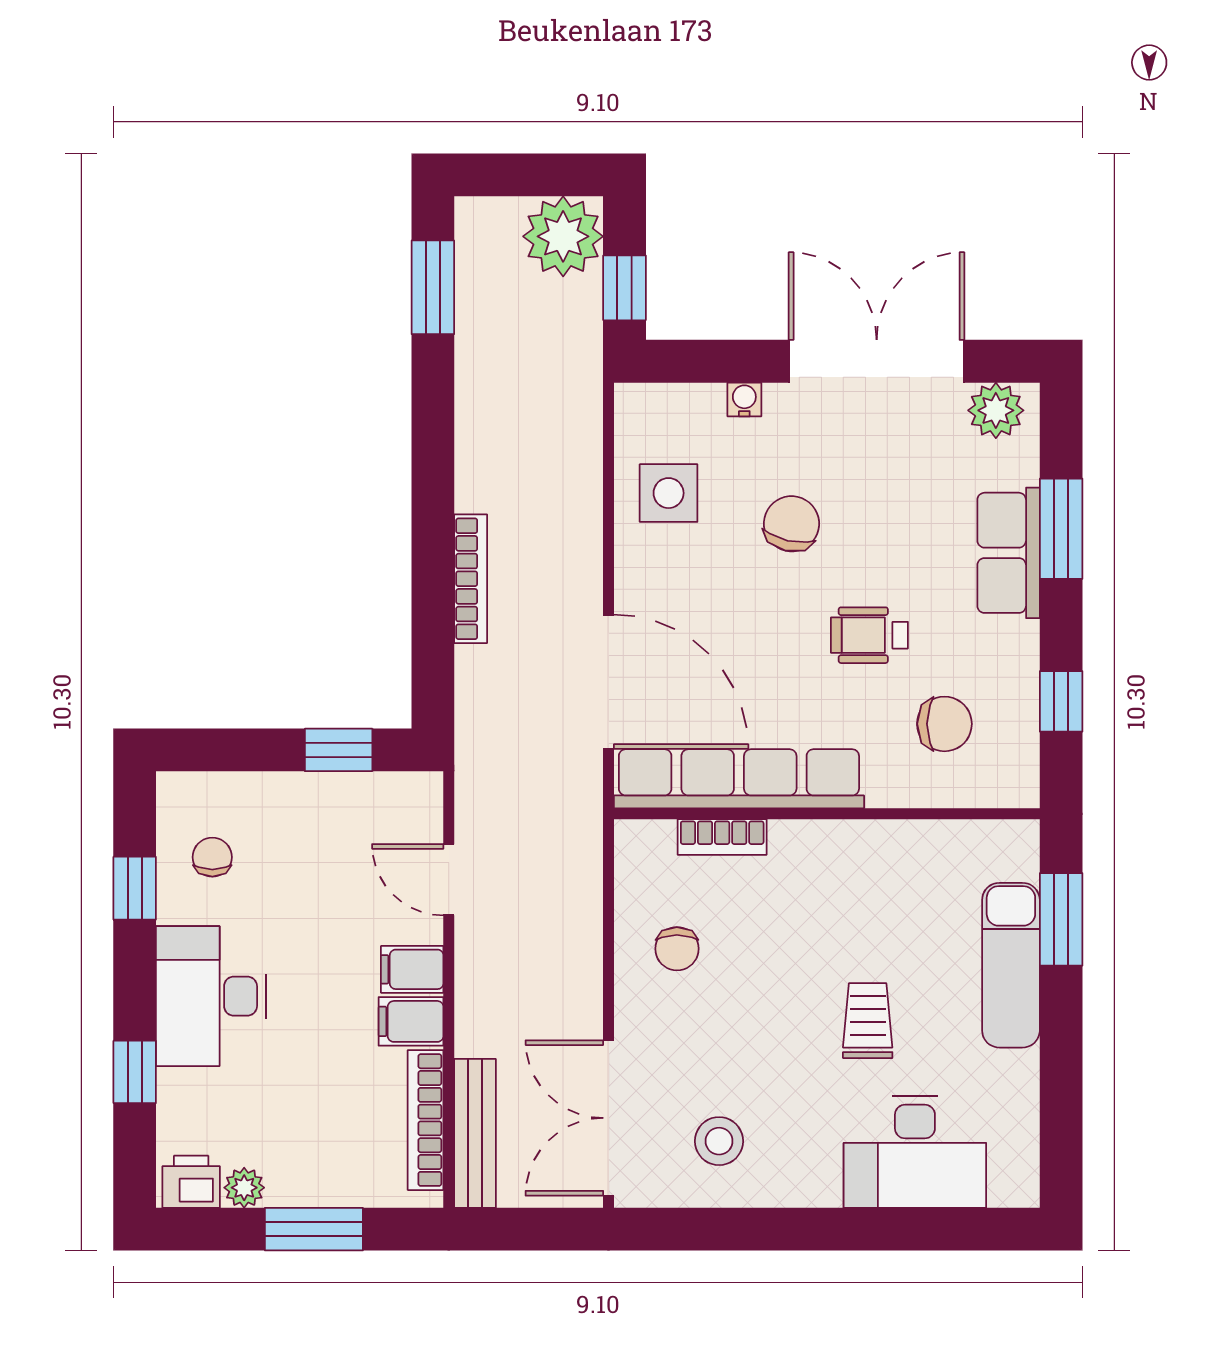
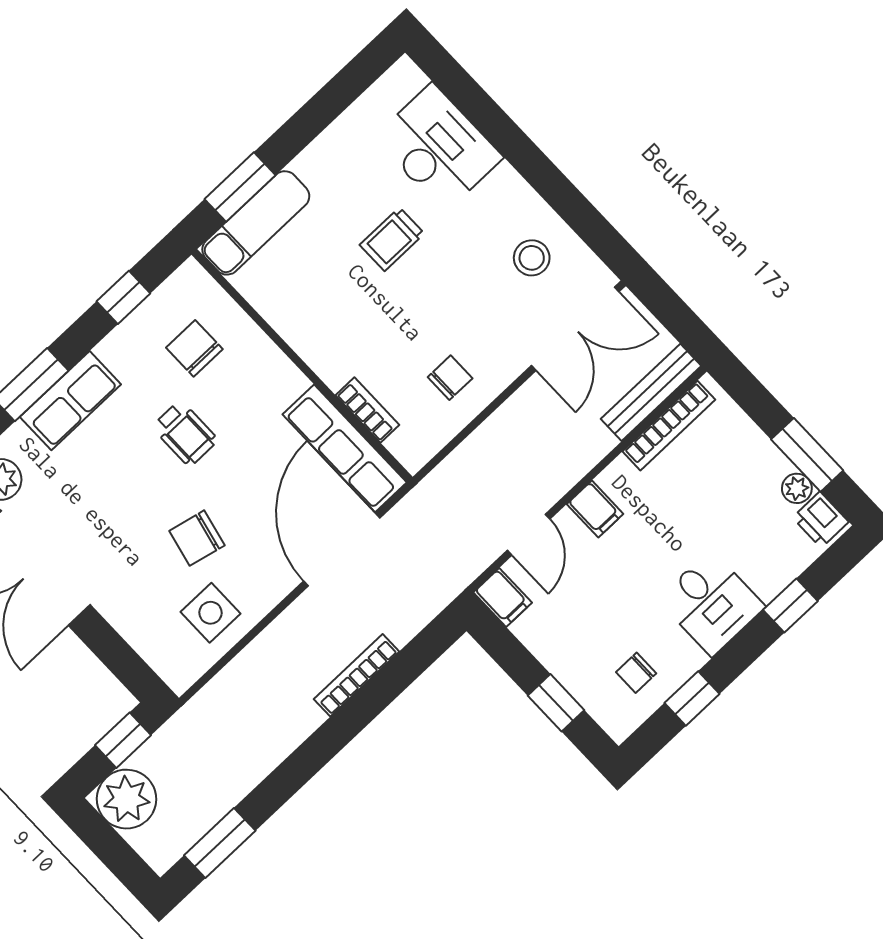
water cooler: (744, 399) -> (122, 620), removed
chair: (791, 524) -> (197, 538), moved
window: (339, 750) -> (556, 703), moved
row of seats: (739, 779) -> (345, 448), width x0.73
exam couch: (1011, 965) -> (256, 223), moved
desk: (211, 996) -> (711, 603), width x0.73
filing cabinet: (411, 1021) -> (503, 597), moved
window: (314, 1229) -> (807, 455), moved

